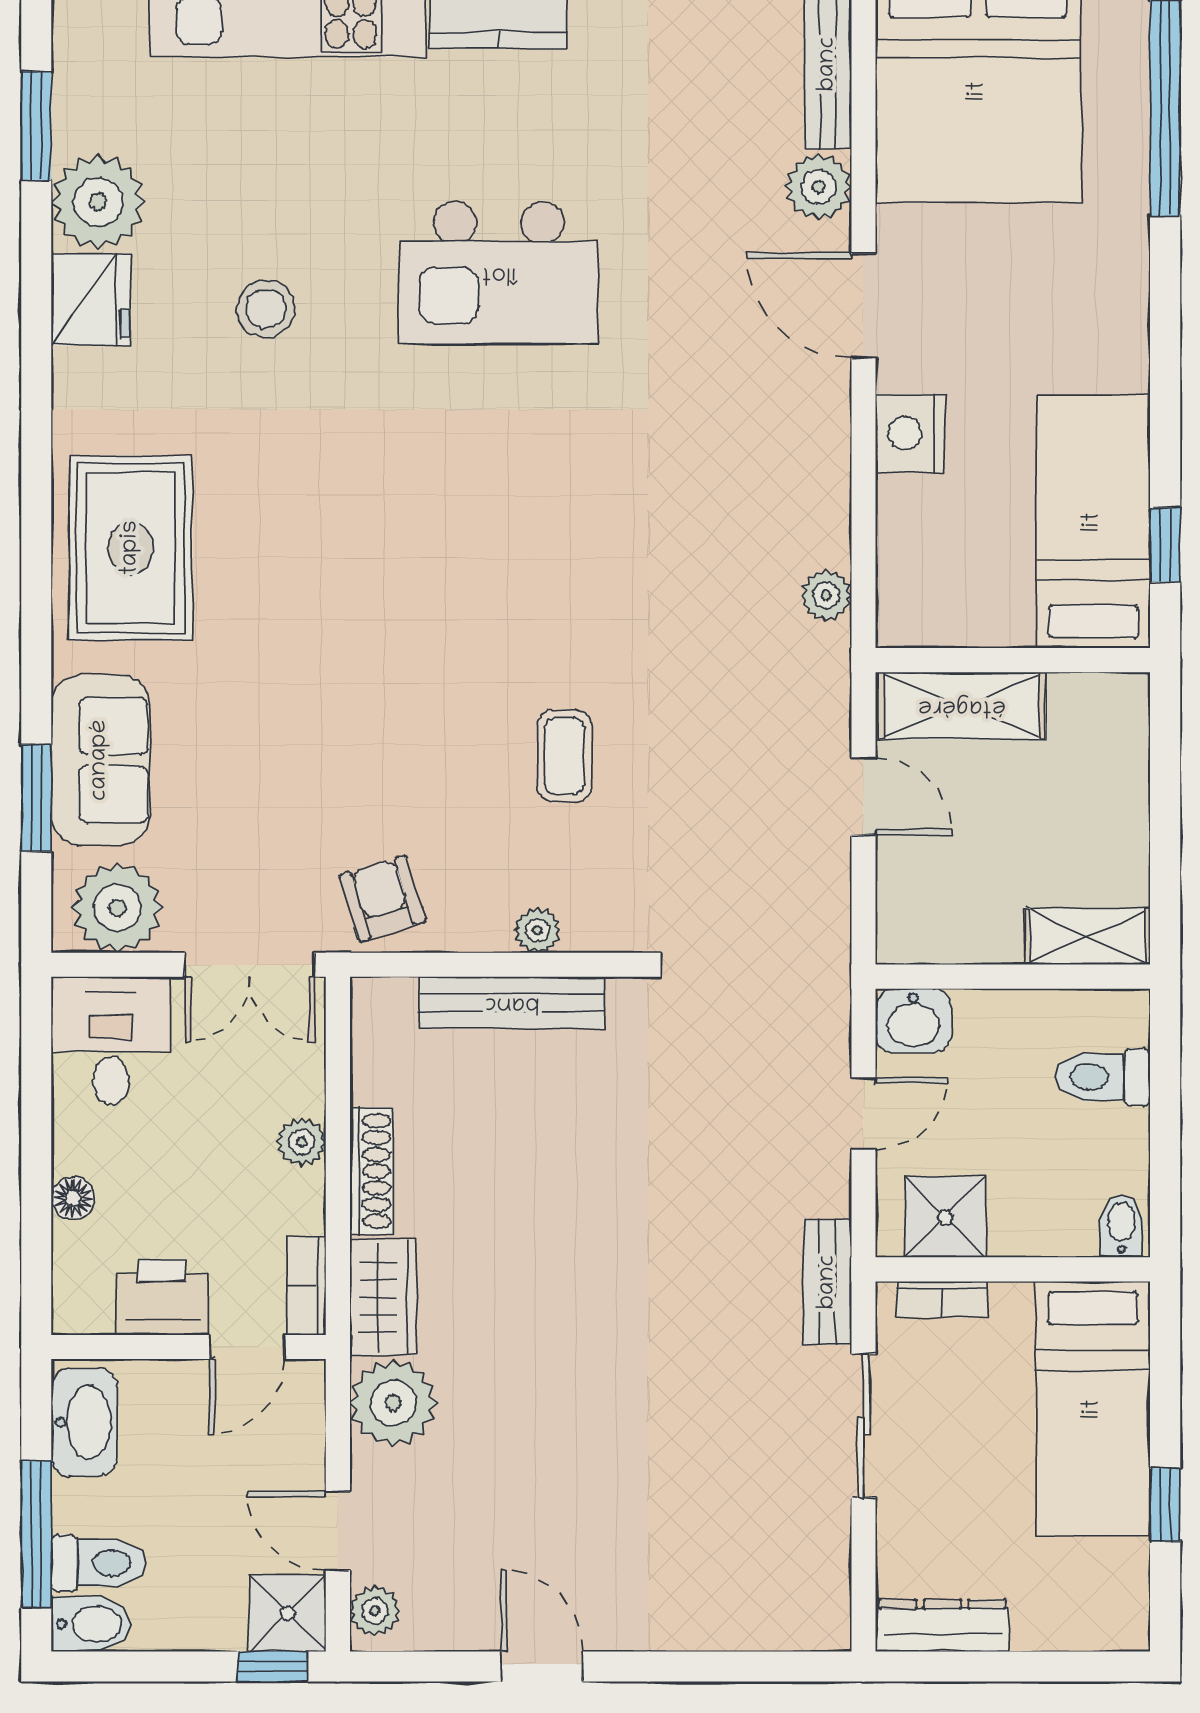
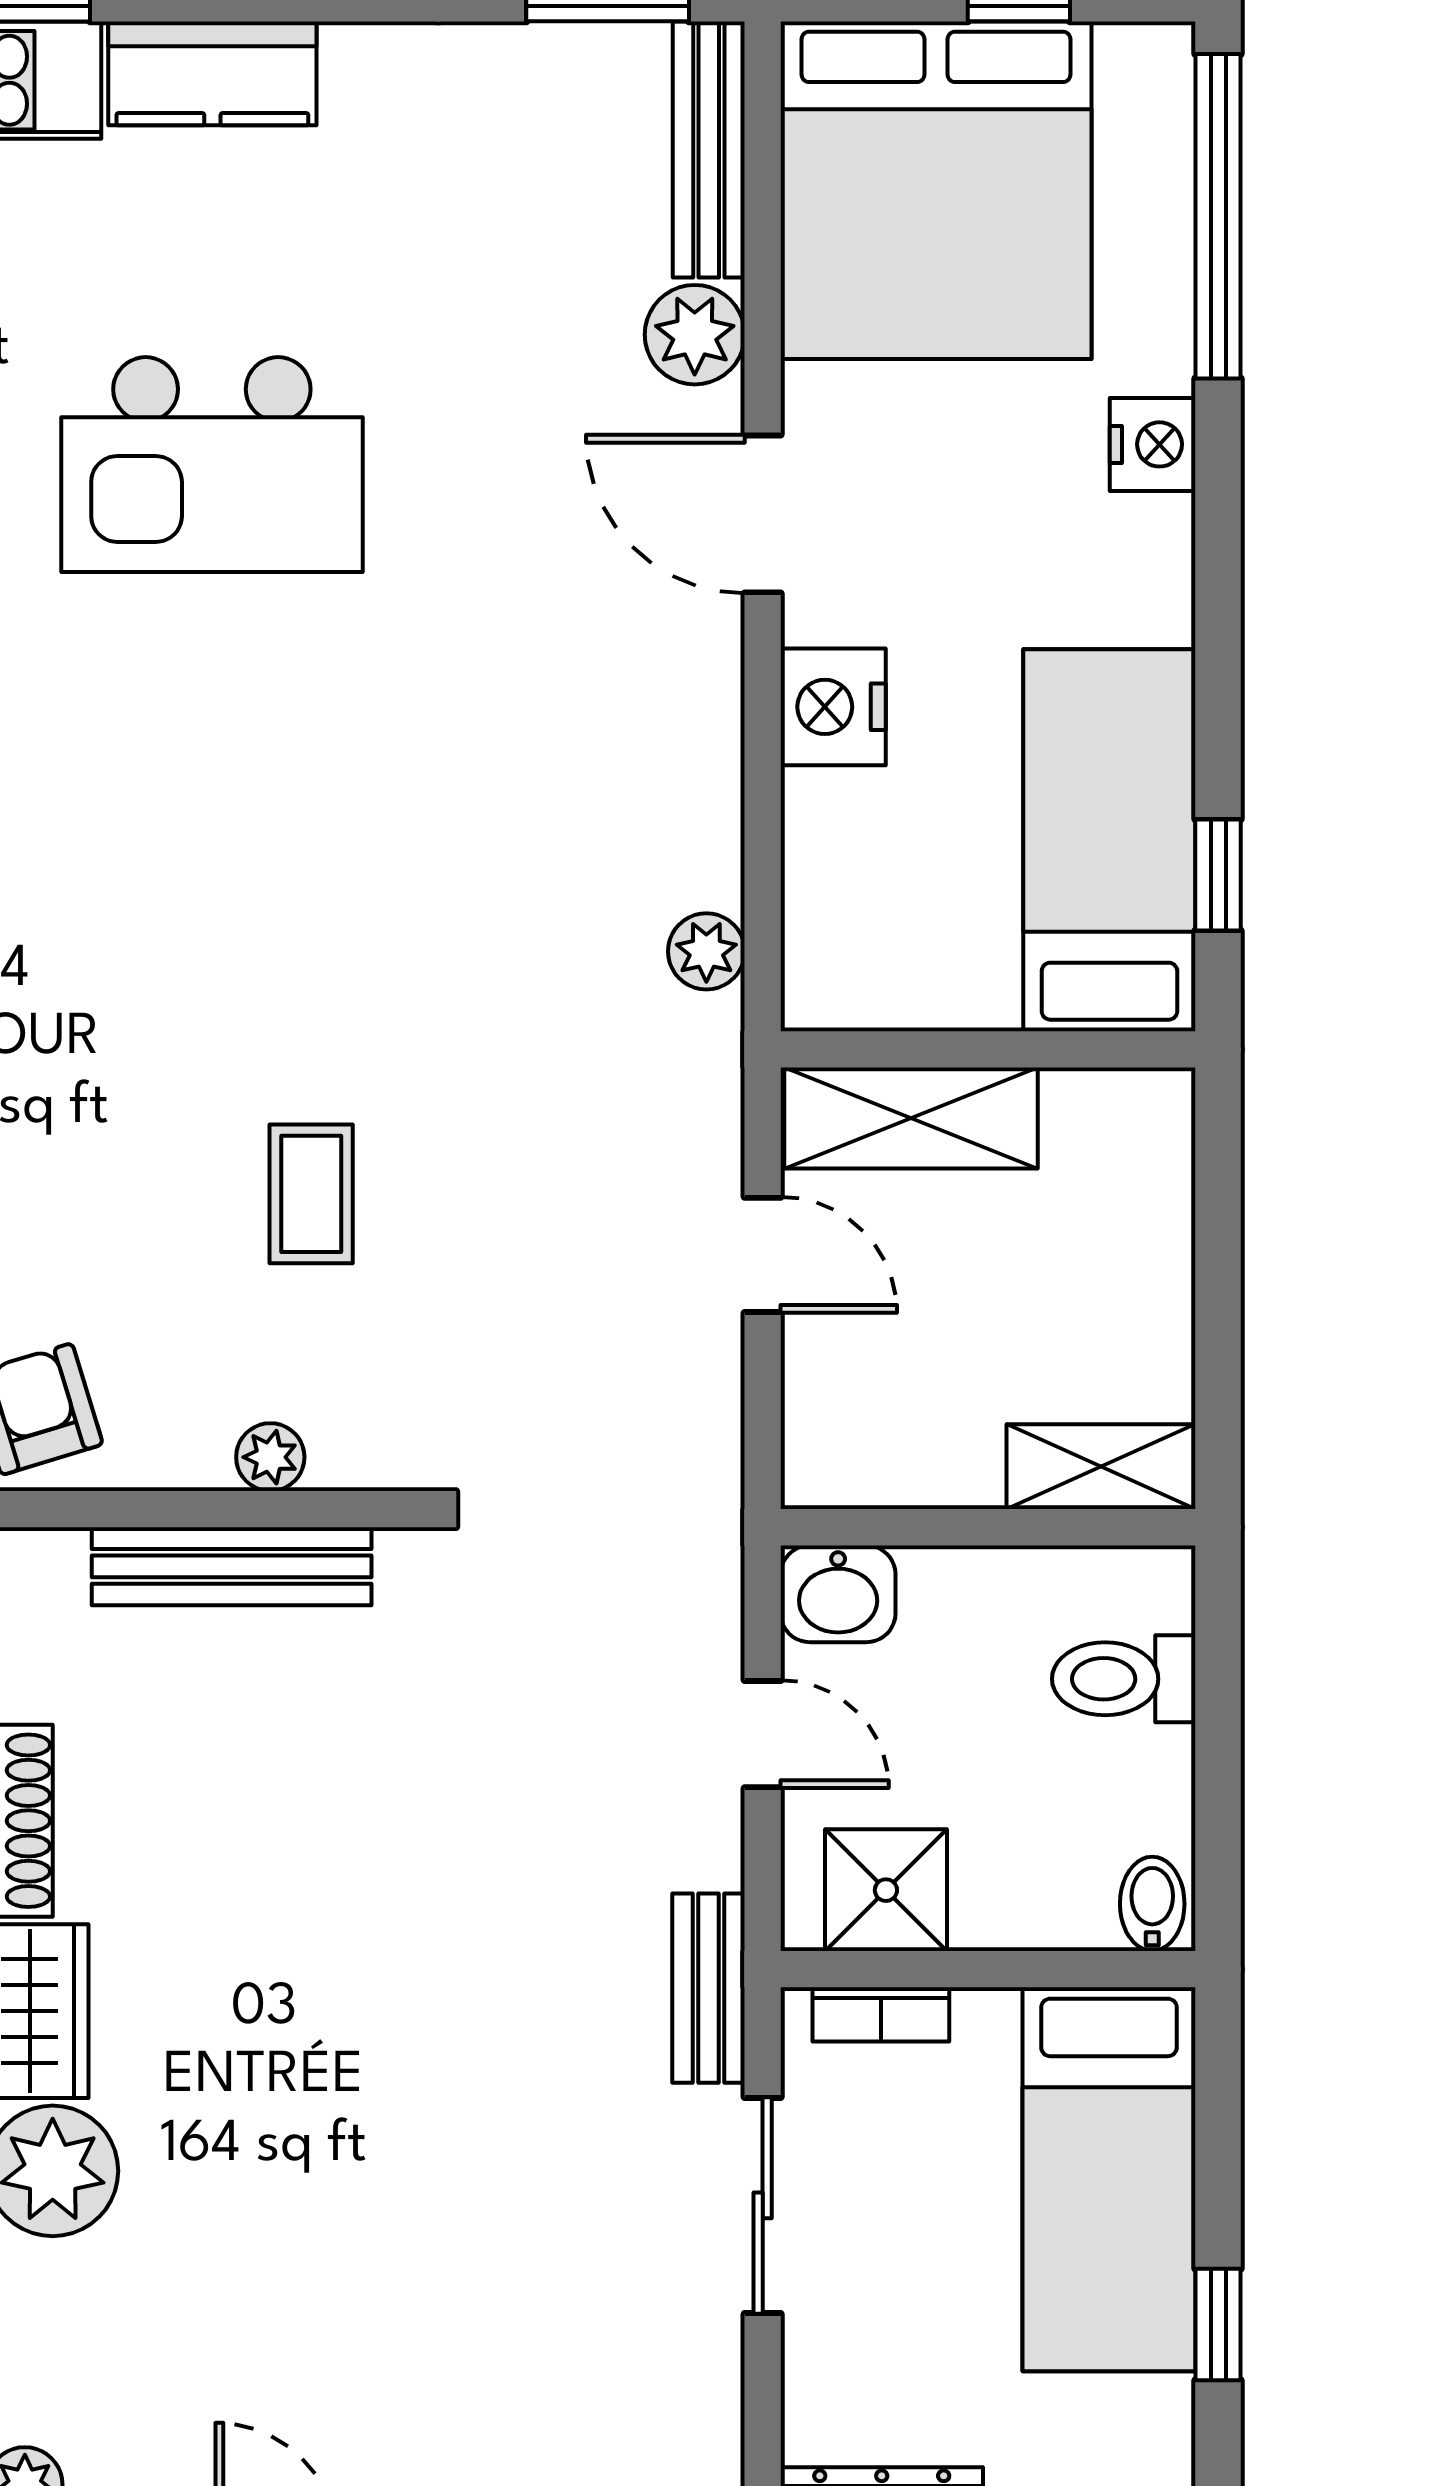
nightstand: (1122, 259) -> (1153, 444), added
door: (863, 1114) -> (763, 1734), hinge flipped

